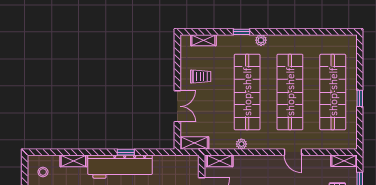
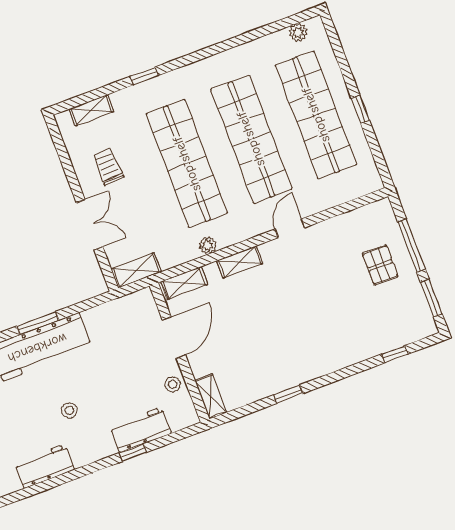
plant: (261, 40) -> (298, 32), moved
trolley: (201, 77) -> (108, 167), turned -93
window: (126, 152) -> (38, 323), width x1.50
door: (293, 152) -> (290, 228), swing flipped
shelving: (344, 161) -> (240, 262), moved

